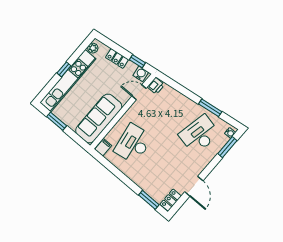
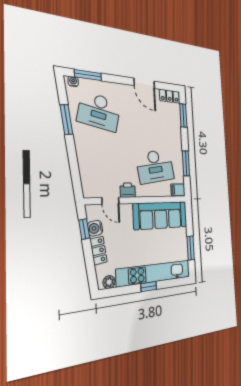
water cooler: (141, 74) -> (95, 228), moved
printer: (156, 86) -> (128, 190), moved
window: (115, 171) -> (186, 163), added
door: (194, 186) -> (144, 83), swing flipped

